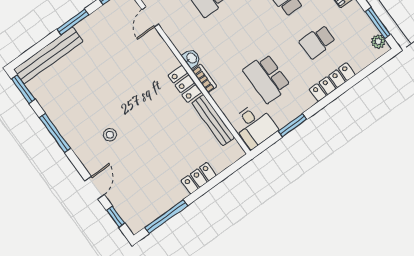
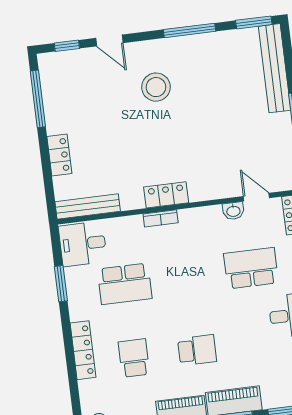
washbasin: (191, 58) -> (233, 211), moved
school desk: (267, 78) -> (125, 284), turned 180
bench: (213, 120) -> (88, 207), moved
stool: (110, 135) -> (156, 87), width x1.89, depth x1.89

